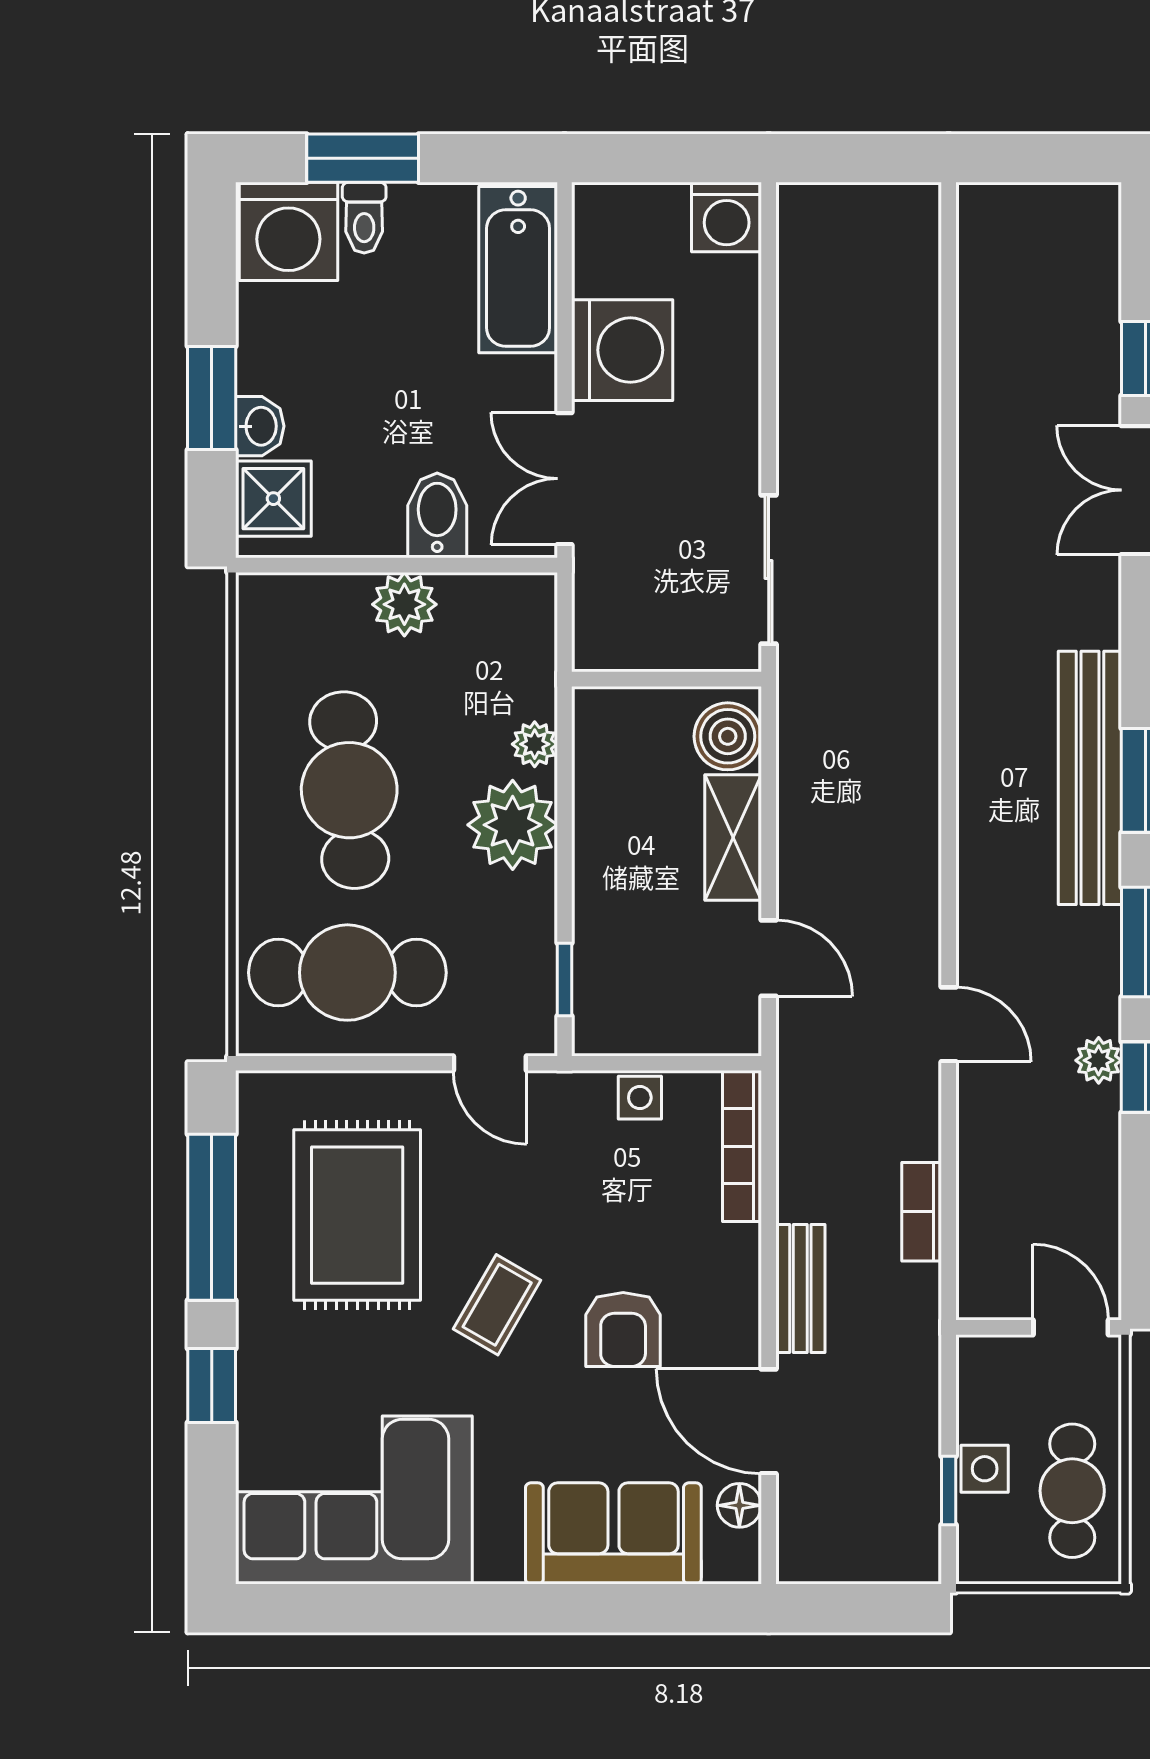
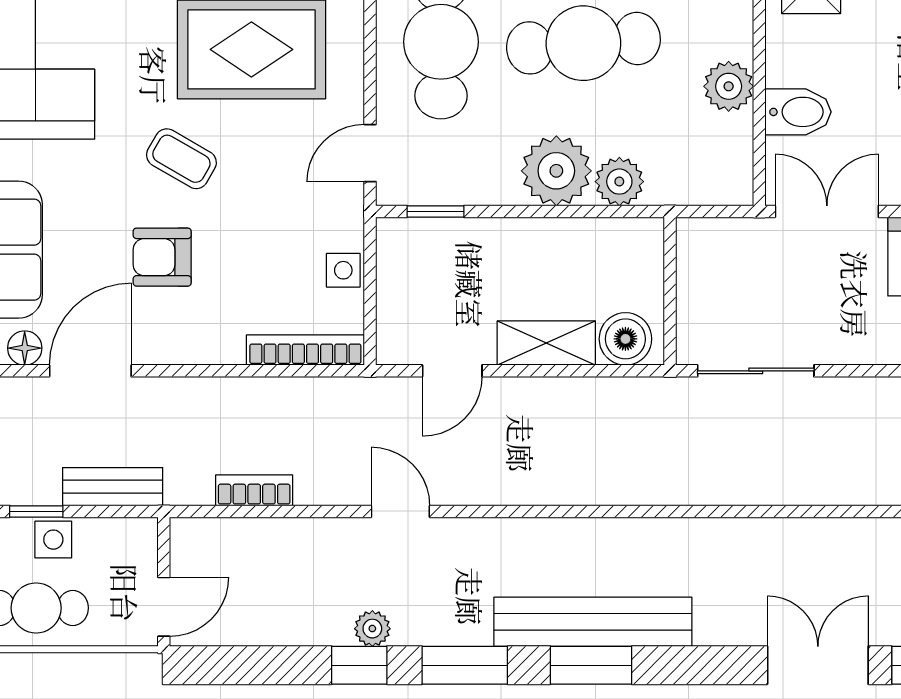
plant: (535, 744) -> (619, 182), width x1.38, depth x1.38
door: (949, 1024) -> (400, 511), swing flipped
bench: (800, 1289) -> (113, 487), moved

